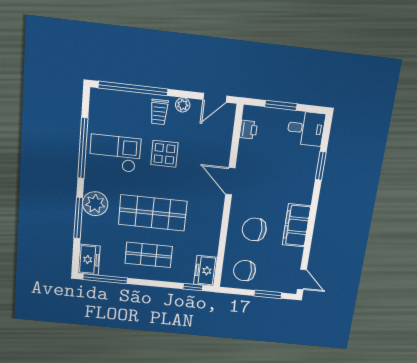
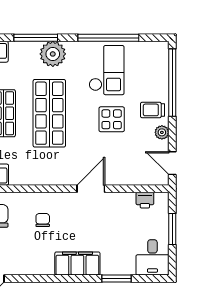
filing cabinet: (296, 225) -> (77, 263), moved
chair: (254, 229) -> (43, 220), width x0.54, depth x0.54

